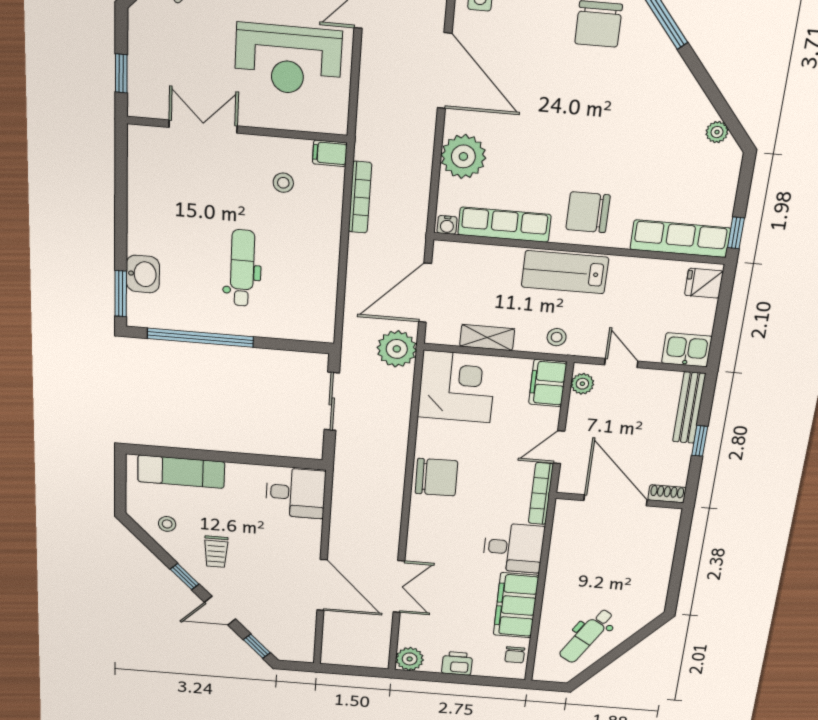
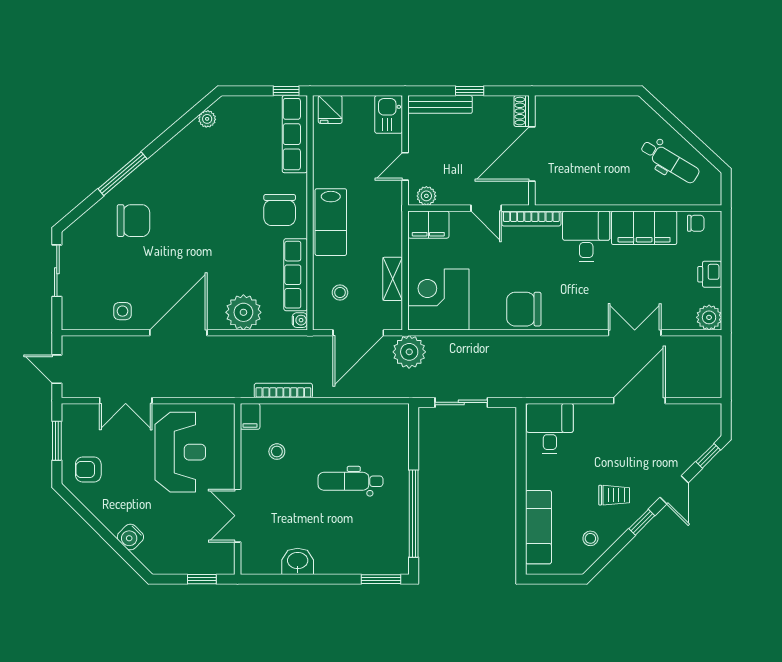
washbasin: (143, 274) -> (298, 561), moved
door: (425, 293) -> (358, 333), hinge flipped
stool: (557, 337) -> (340, 292), moved
chair: (436, 477) -> (524, 309), turned -89

